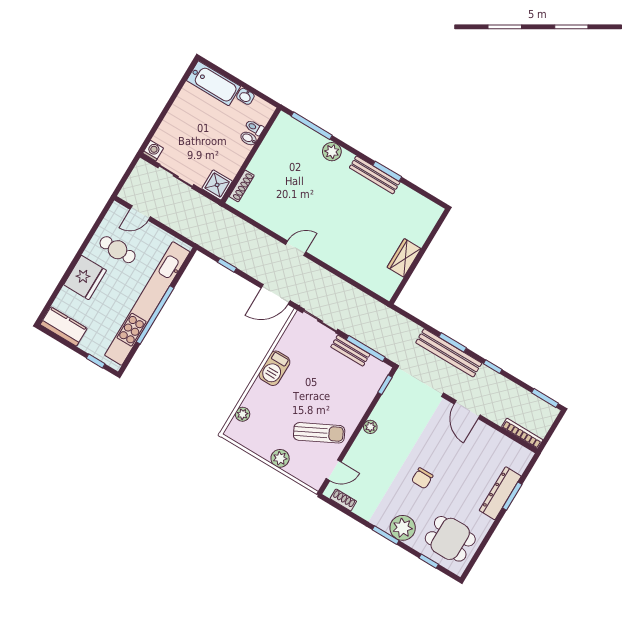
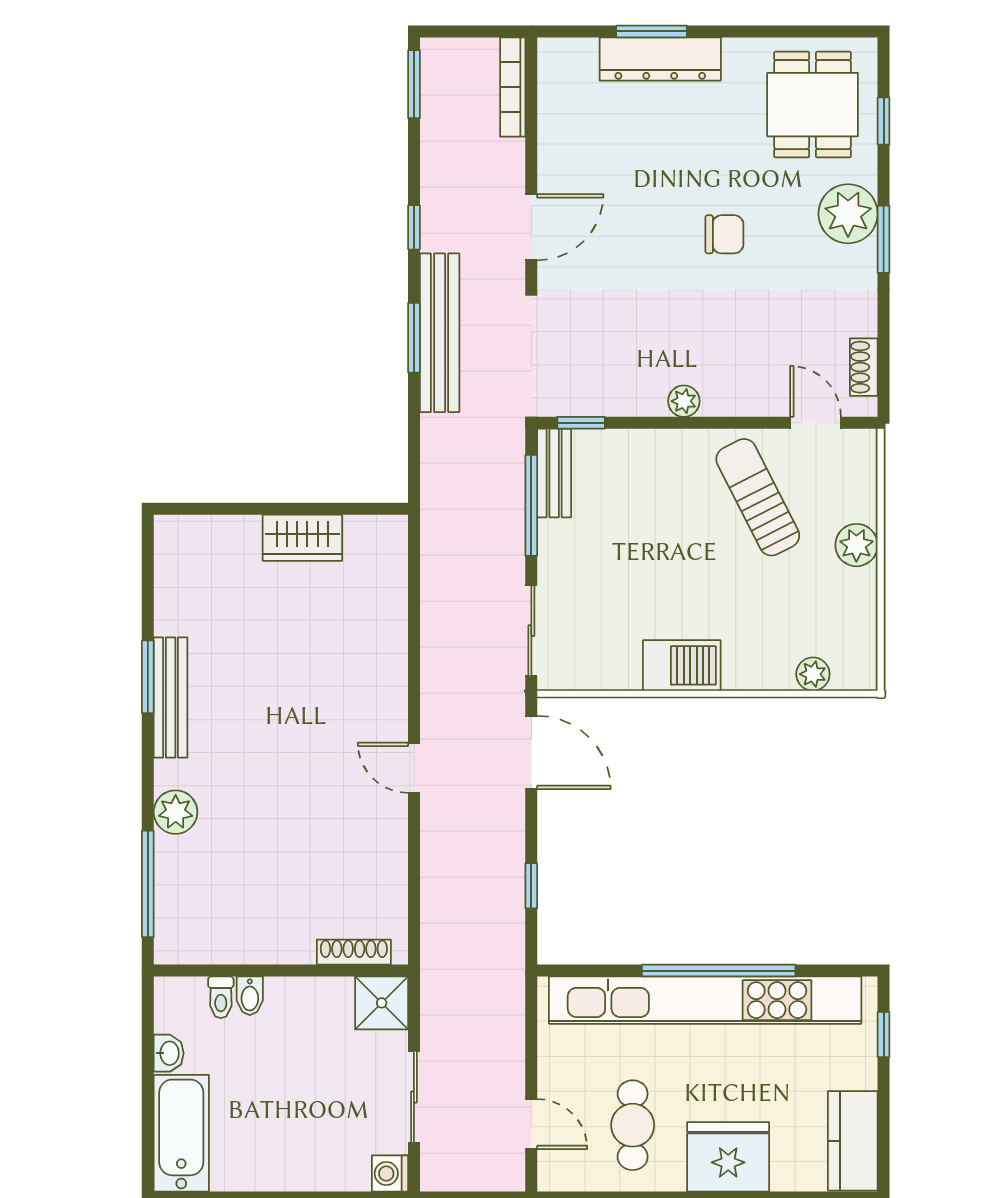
bench: (350, 351) -> (554, 473), moved

